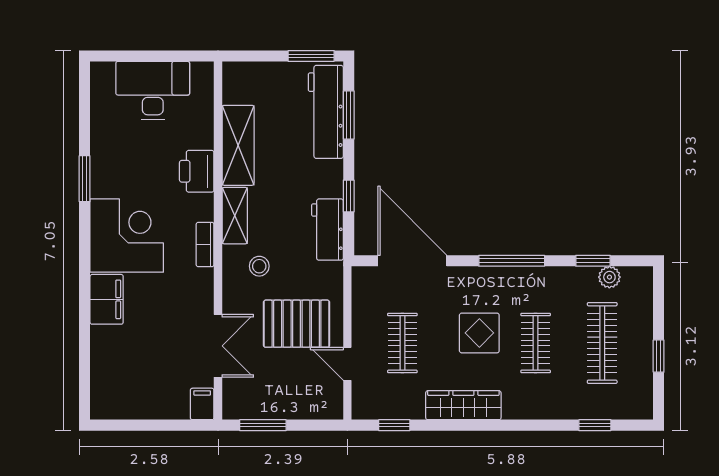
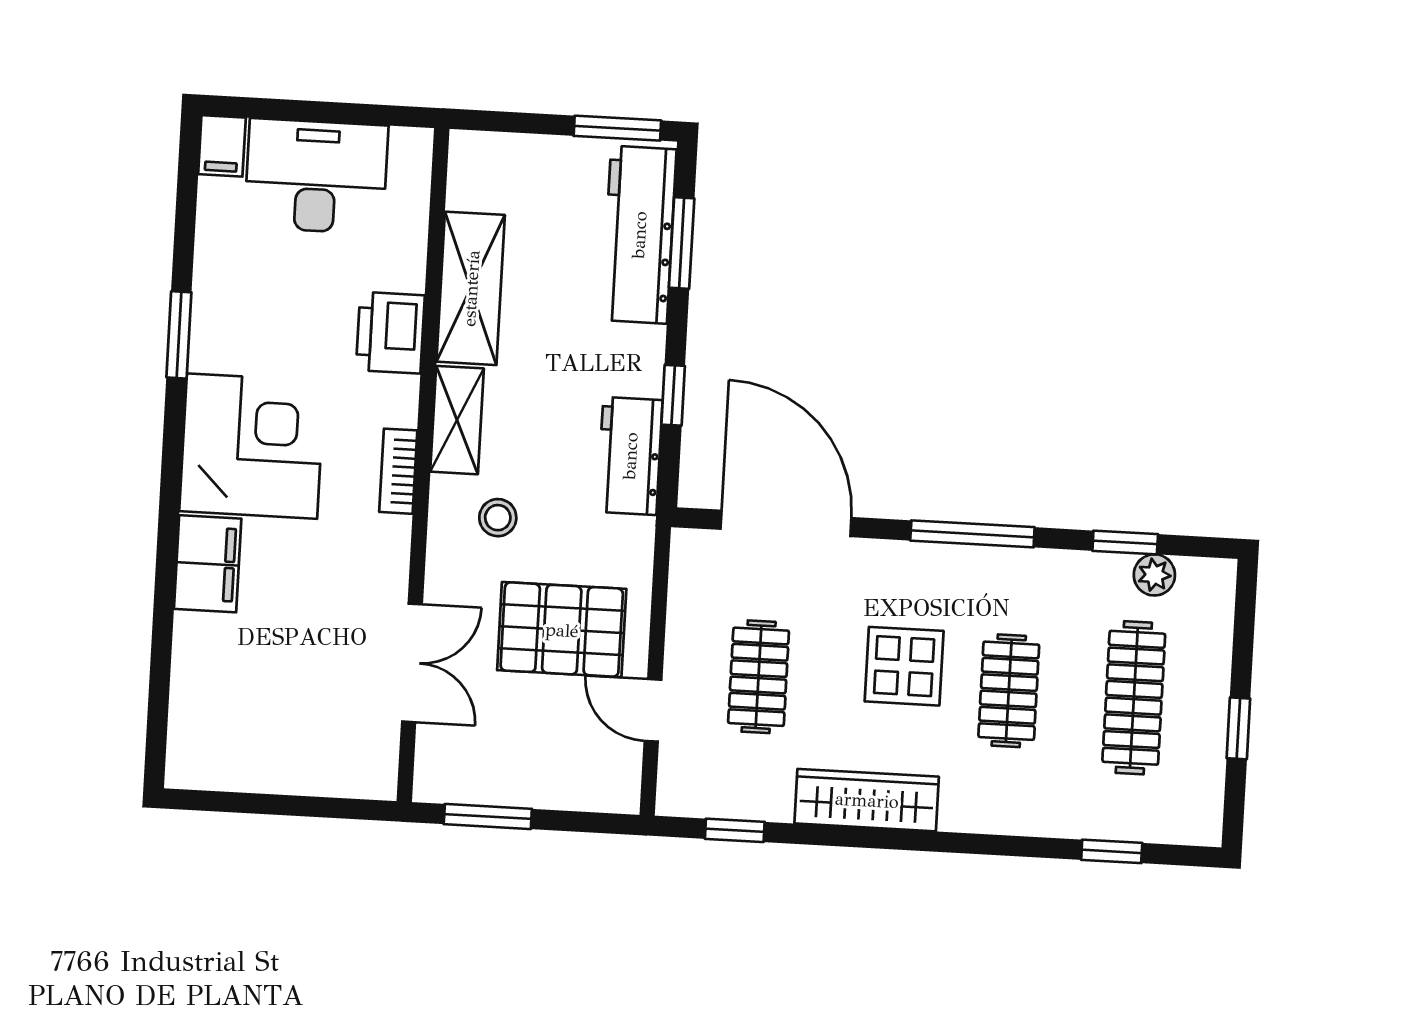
filing cabinet: (202, 404) -> (222, 146), moved, turned 180

